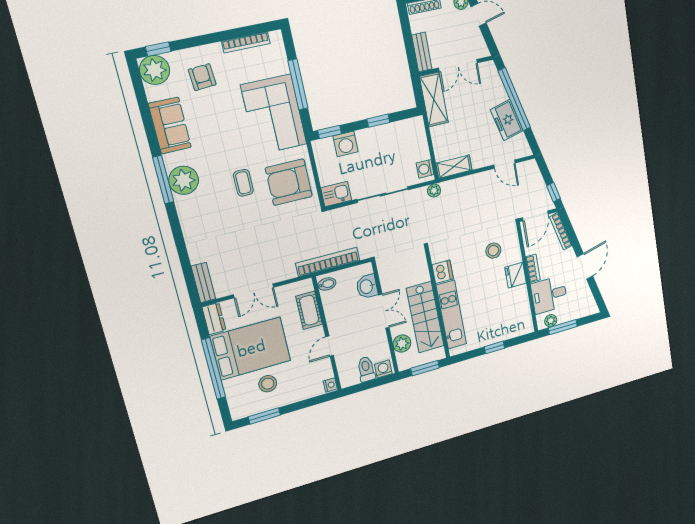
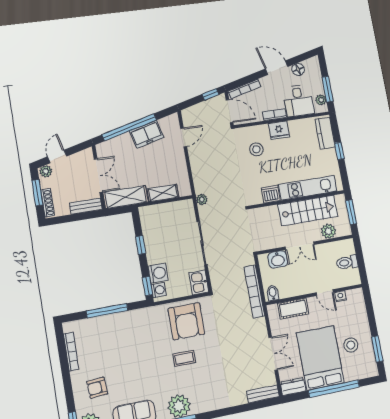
corner sofa: (274, 115) -> (131, 331), removed
shelving: (454, 167) -> (163, 193), moved, turned 90
washing machine: (425, 169) -> (159, 290), moved, turned -90
floor lamp: (584, 291) -> (298, 69), added
double door: (384, 311) -> (300, 246), swing flipped
kitchen counter: (514, 329) -> (325, 133), added
washing machine: (383, 369) -> (348, 248), removed
nightstand: (330, 385) -> (341, 296), moved

